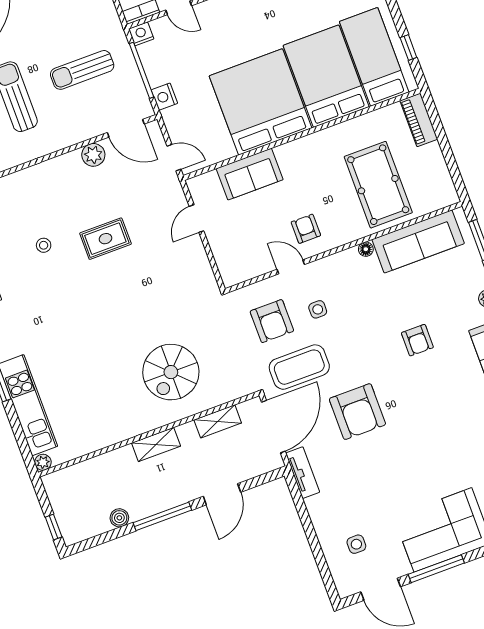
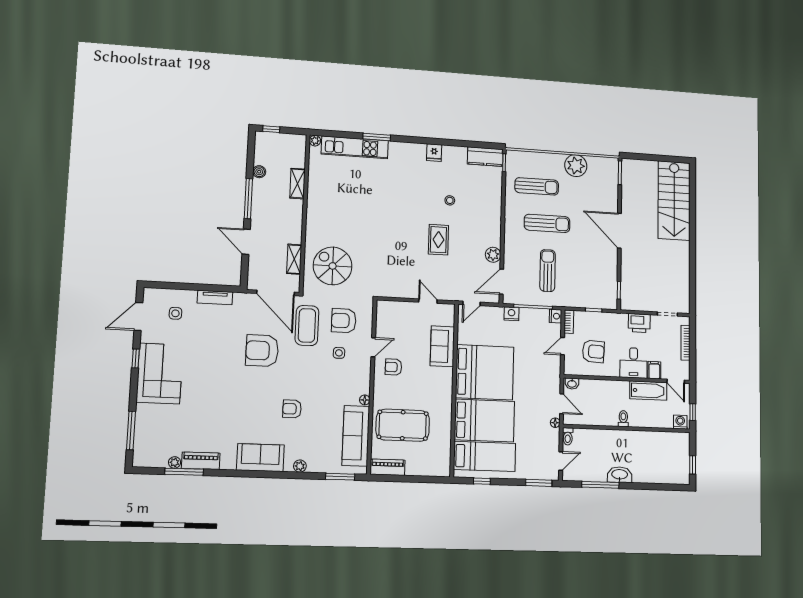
piano: (419, 120) -> (387, 467), moved
armchair: (306, 229) -> (393, 367), turned 180
spiral stairs: (171, 372) -> (333, 266), moved
shelving: (156, 445) -> (297, 184), moved
tv unit: (303, 473) -> (215, 297), moved
window: (436, 569) -> (136, 358), width x0.46

